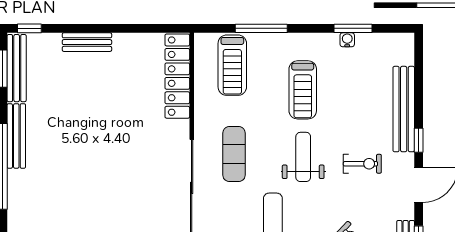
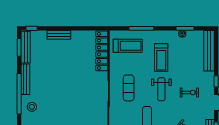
treadmill: (232, 65) -> (128, 46), turned -90
bench: (404, 109) -> (209, 51), moved
weight bench: (303, 157) -> (161, 89), turned 180
stool: (30, 194) -> (32, 107), added

